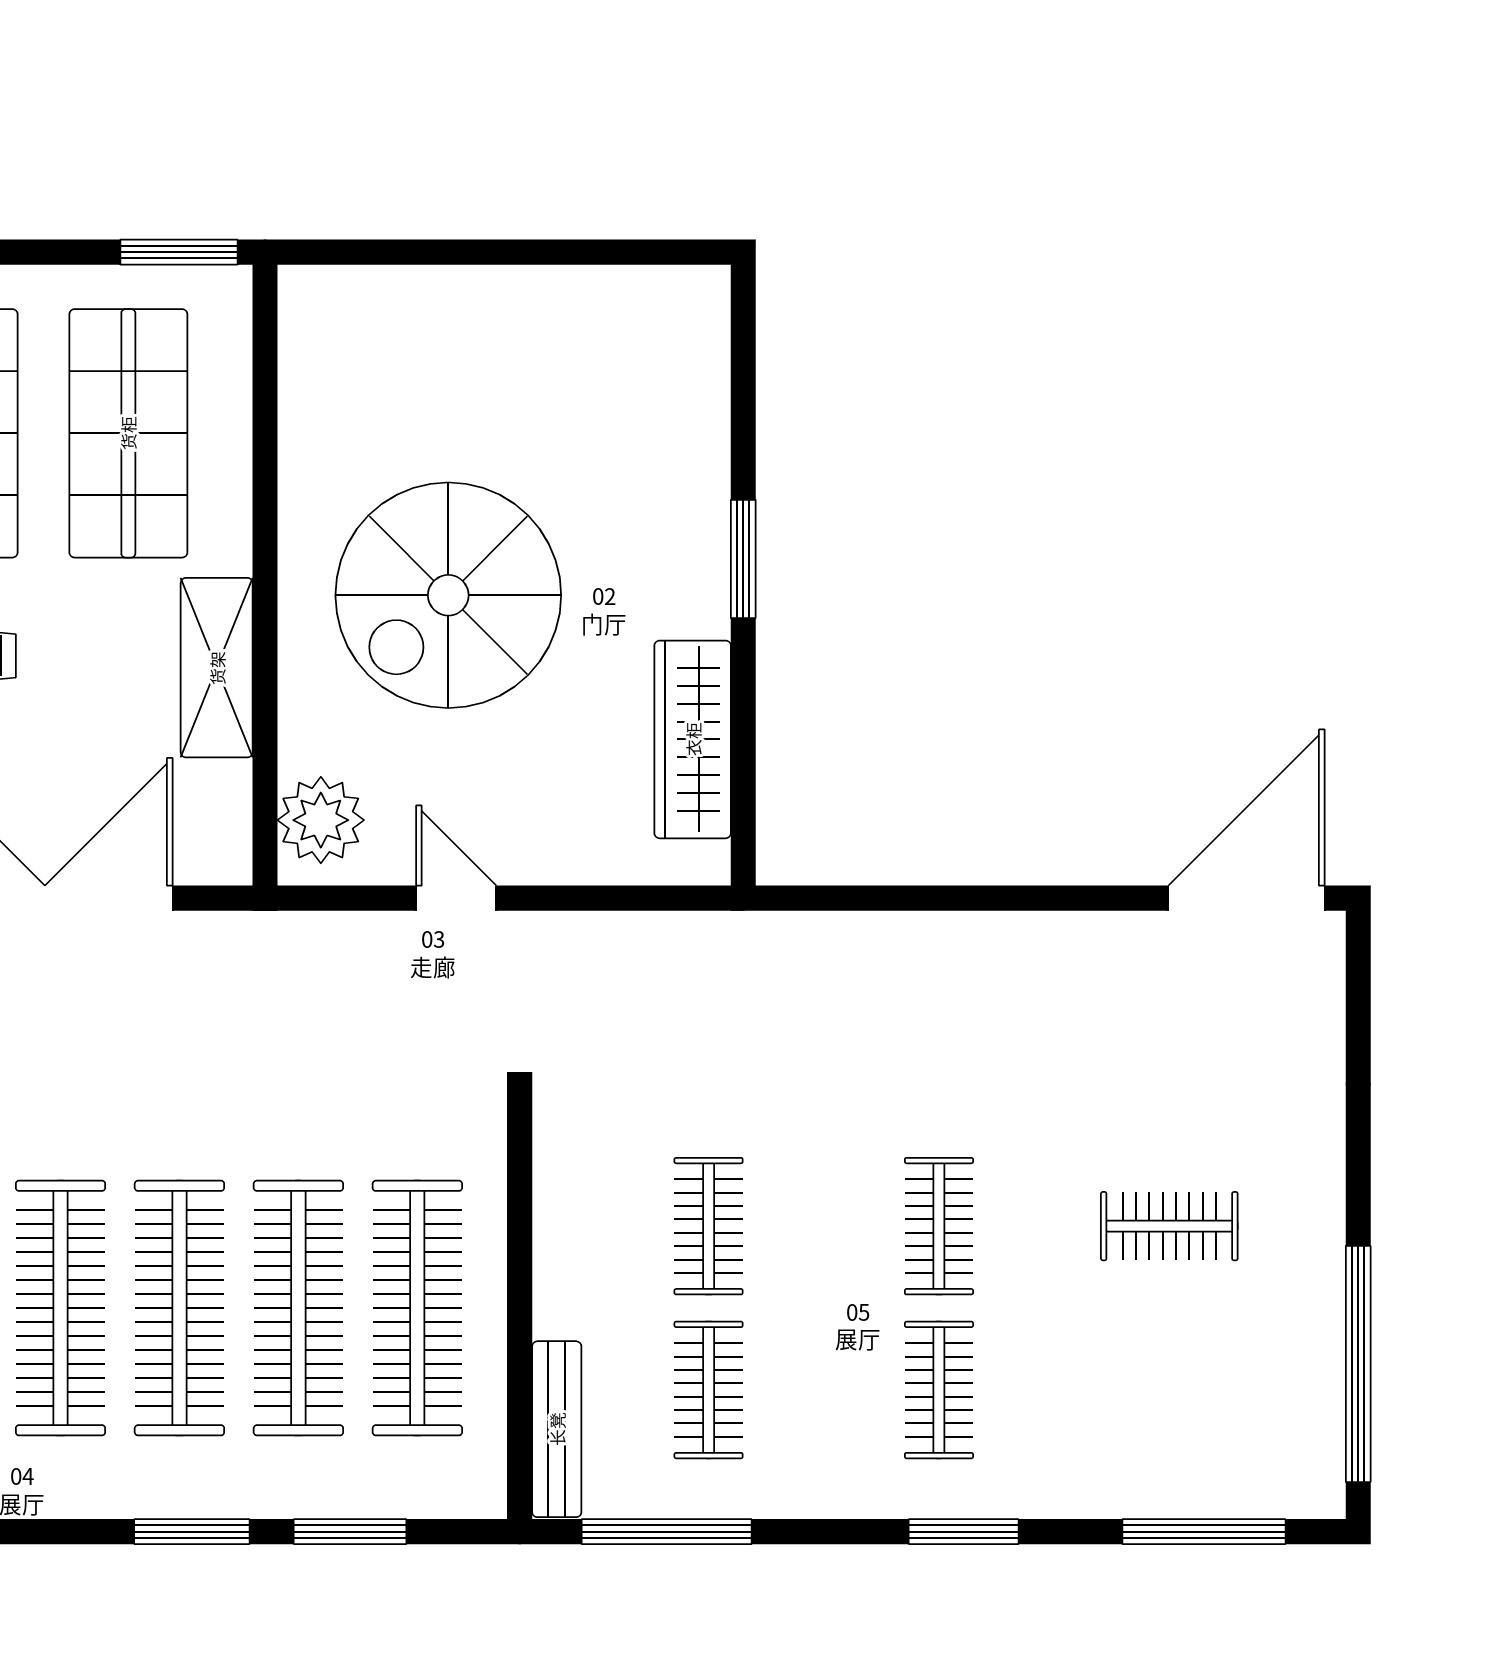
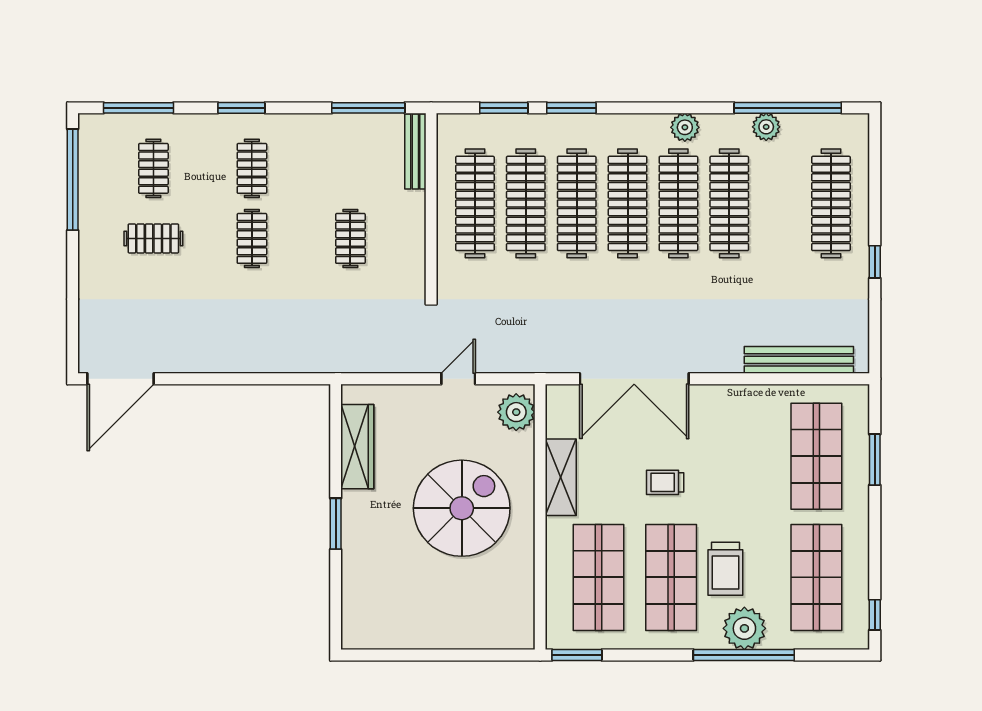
door: (456, 898) -> (458, 379), swing flipped
clothes rail: (709, 1390) -> (153, 168), moved

